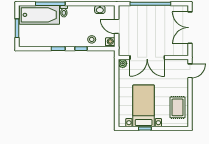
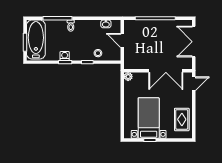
bathtub: (39, 15) -> (36, 39), moved, turned -90
washing machine: (110, 42) -> (65, 56), moved
double door: (147, 57) -> (166, 71), moved

